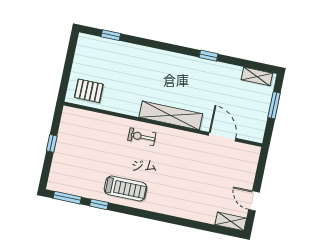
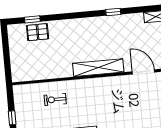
pallet: (89, 91) -> (38, 32), moved
exercise bike: (142, 137) -> (55, 99), moved

